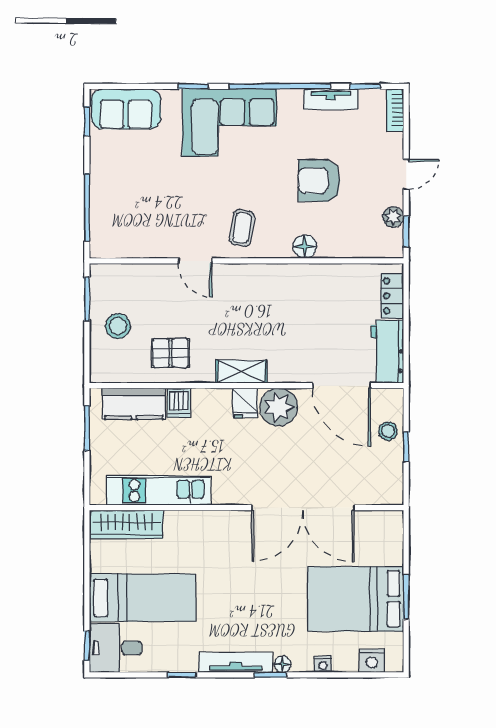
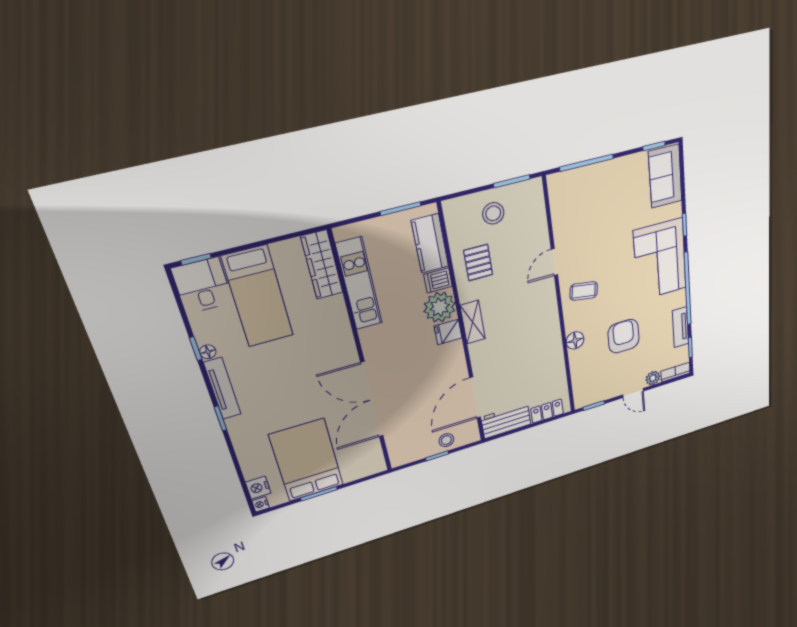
plant: (393, 217) -> (653, 378), moved
plant: (279, 407) -> (440, 307), moved
floor lamp: (282, 664) -> (208, 352), moved
nightstand: (323, 664) -> (261, 504), moved

